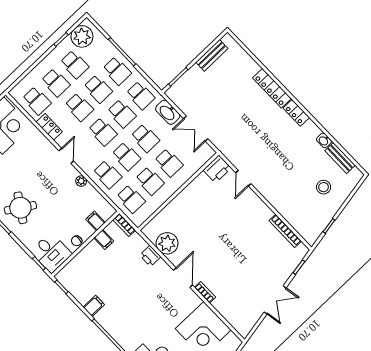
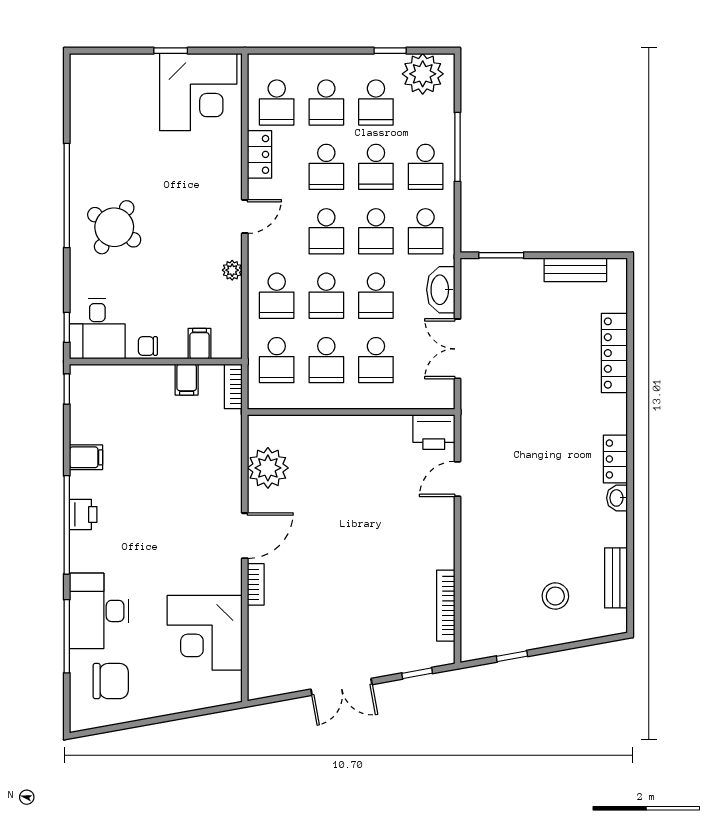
locker: (272, 88) -> (614, 353), moved
washbasin: (324, 140) -> (617, 498), moved
printer: (150, 256) -> (83, 514), moved, turned 180

